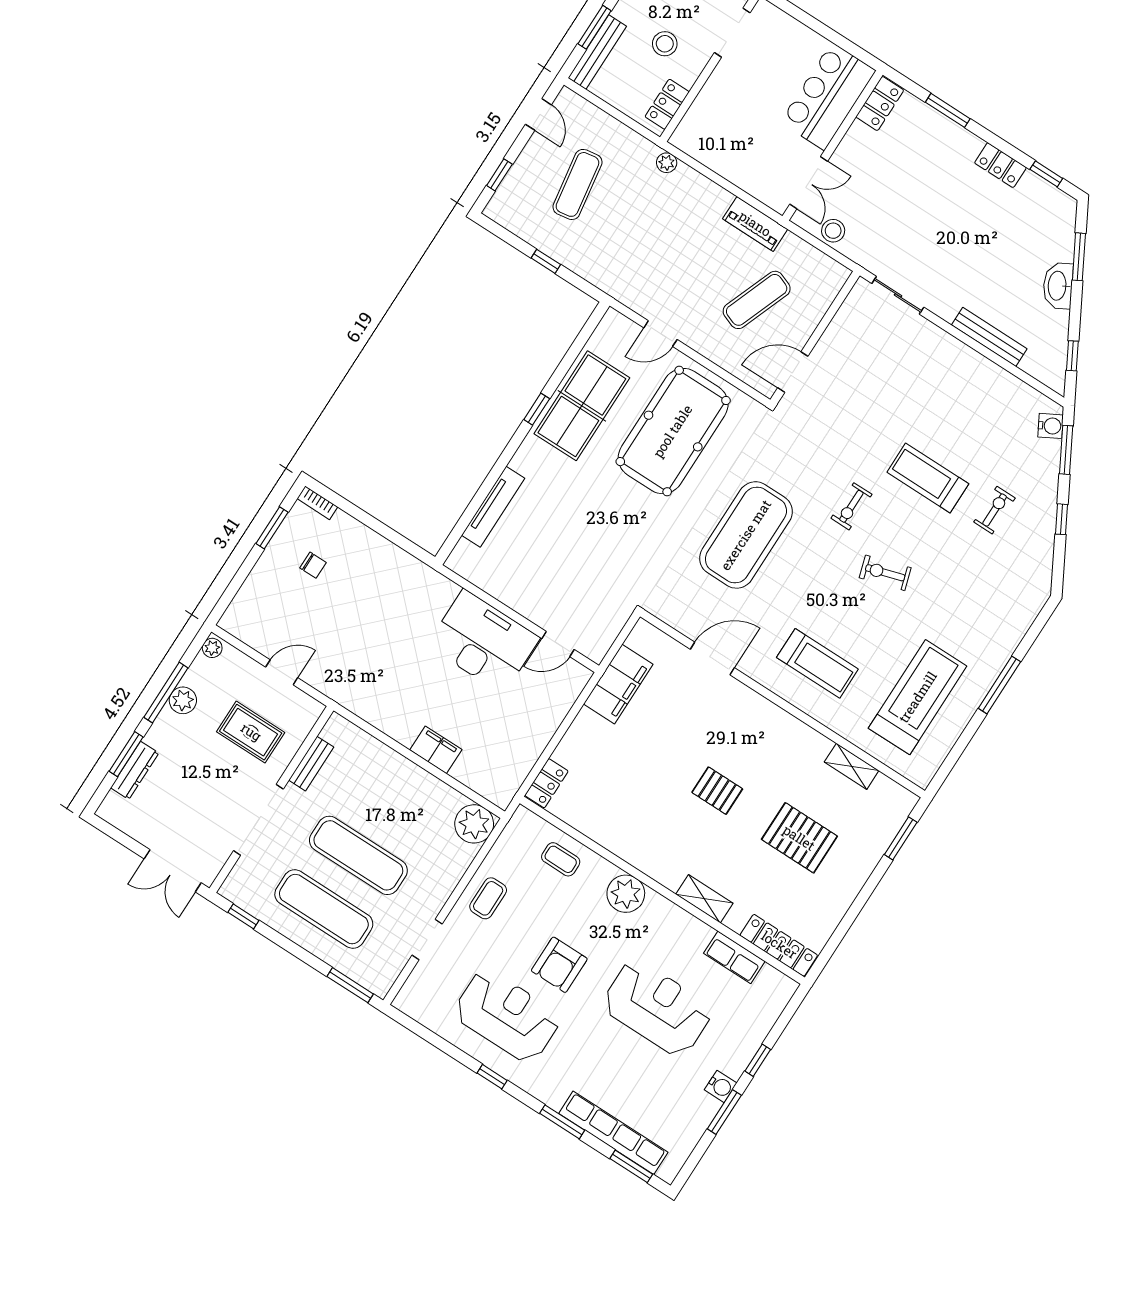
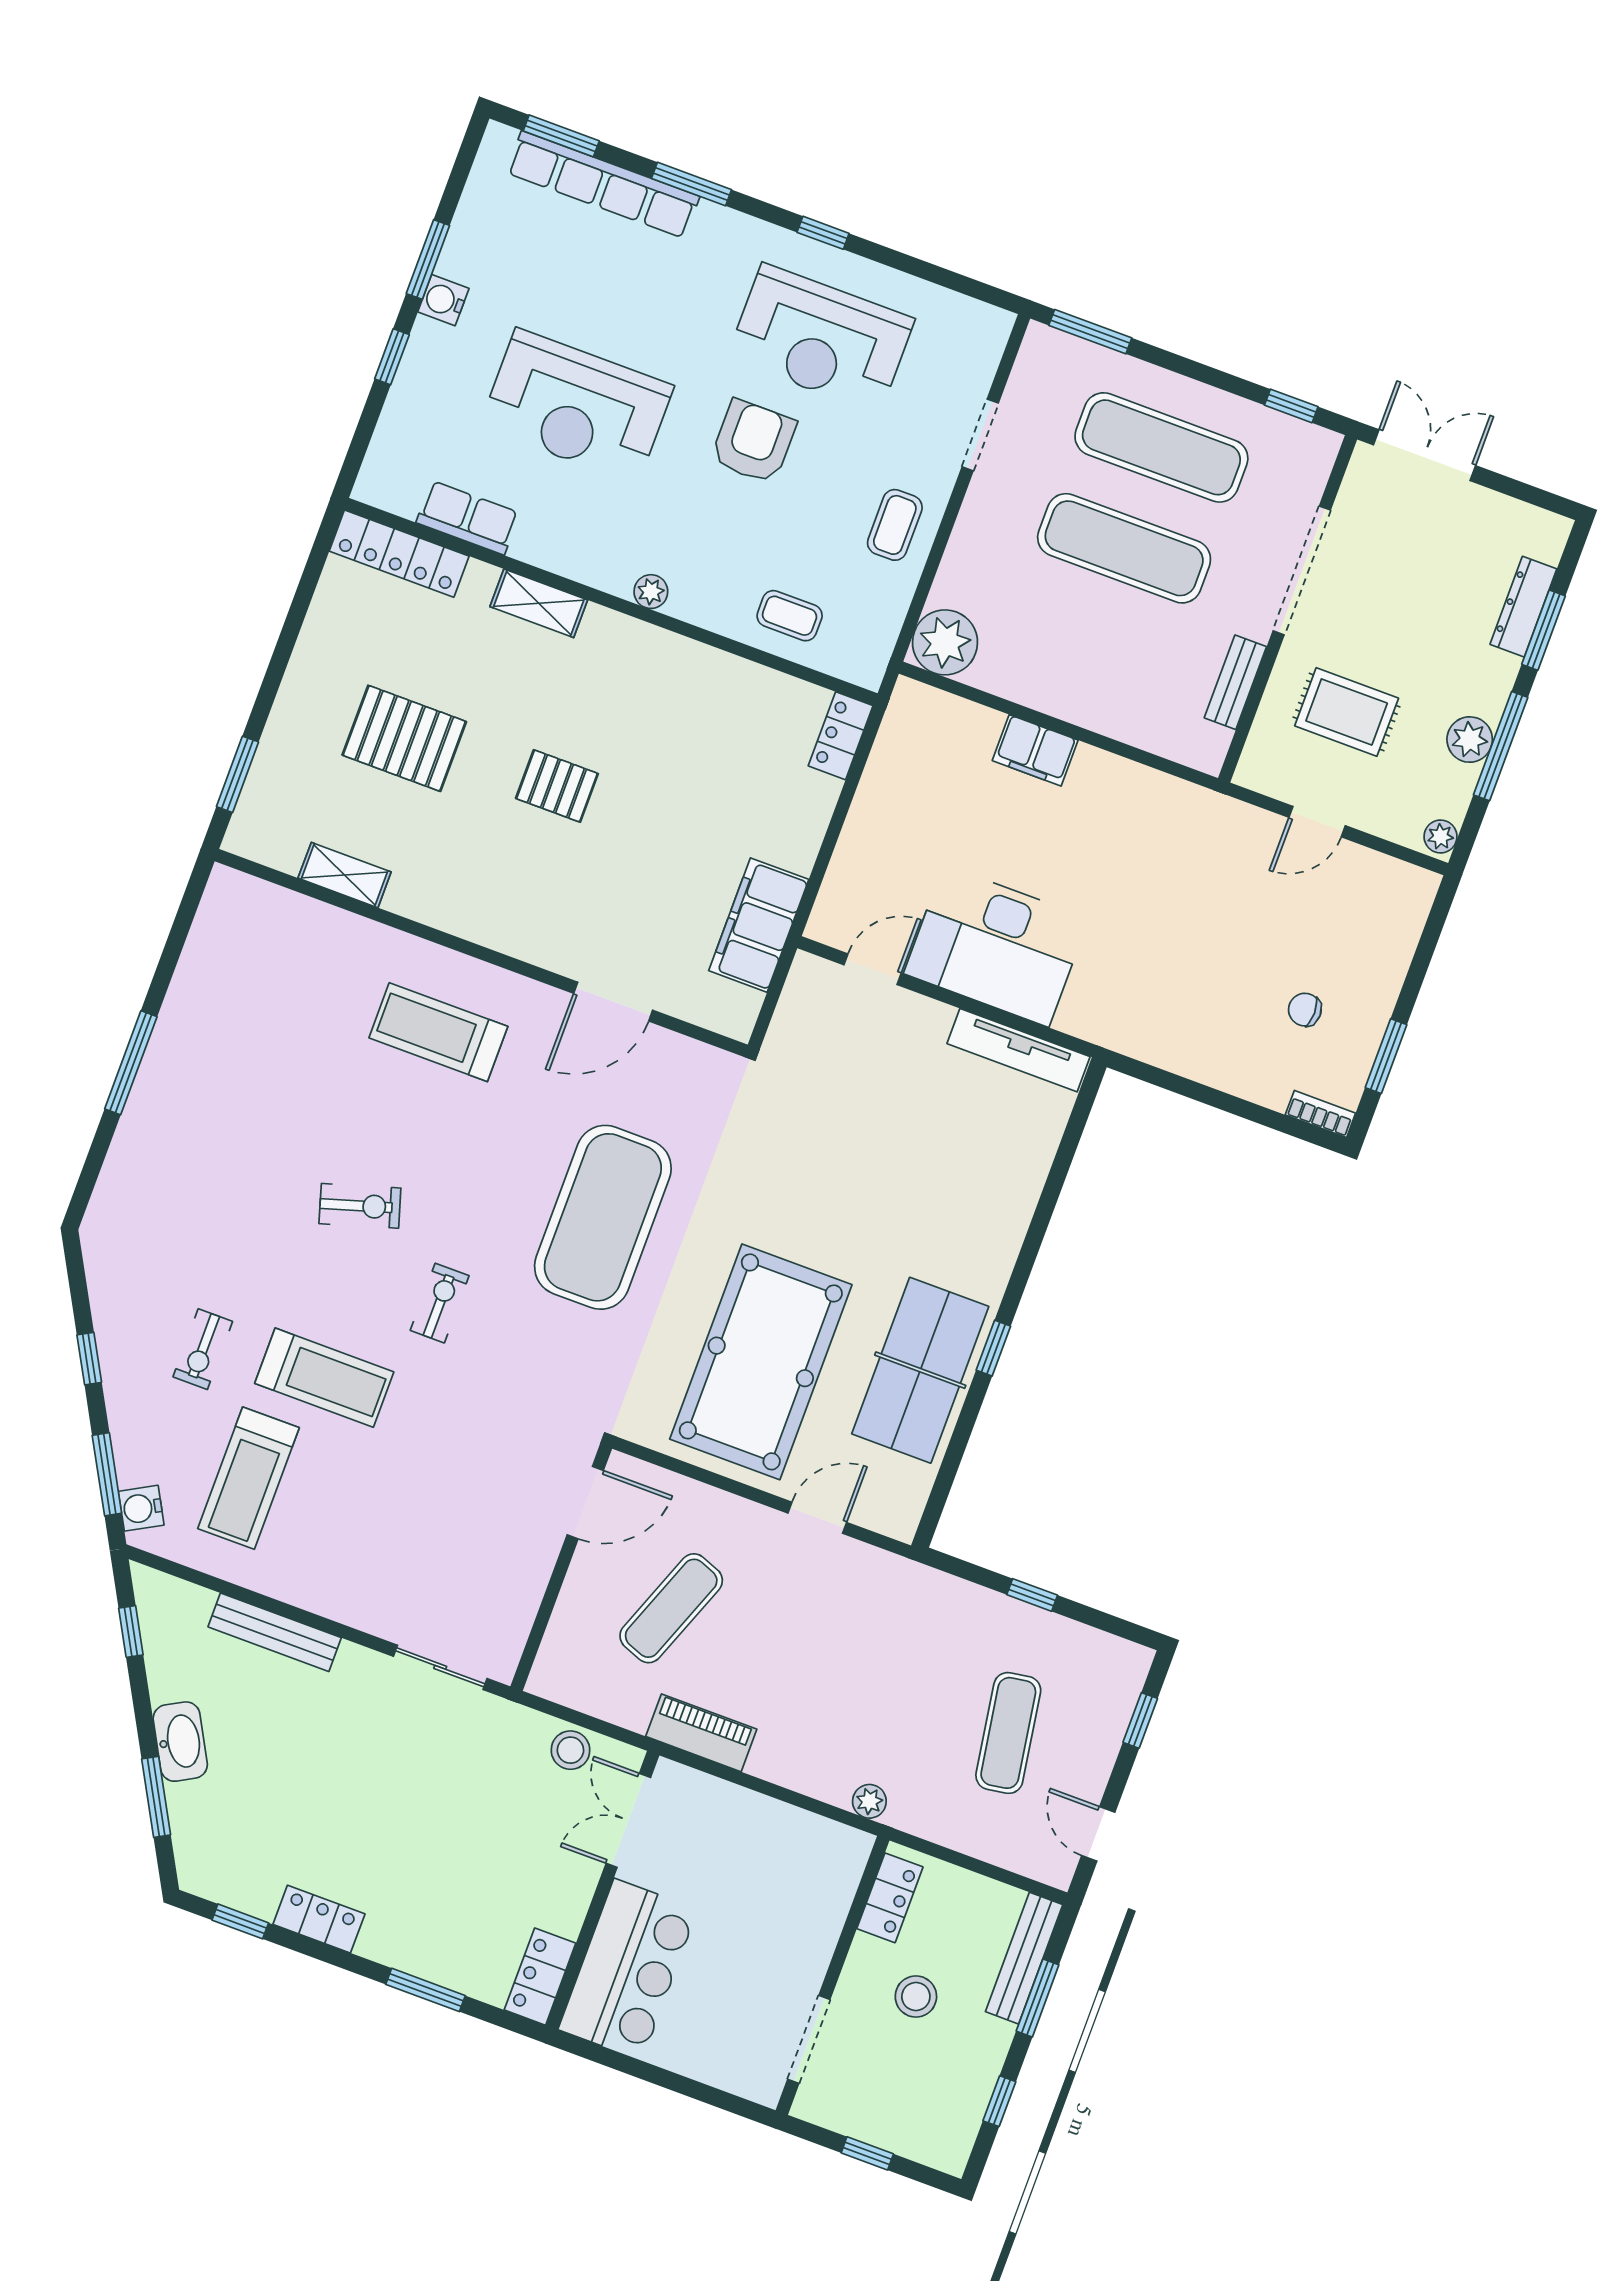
tv unit: (493, 507) -> (1019, 1050), moved, turned -90
treadmill: (918, 697) -> (248, 1478), moved, width x0.73, depth x0.73
plant: (626, 894) -> (651, 592), width x0.53, depth x0.53

